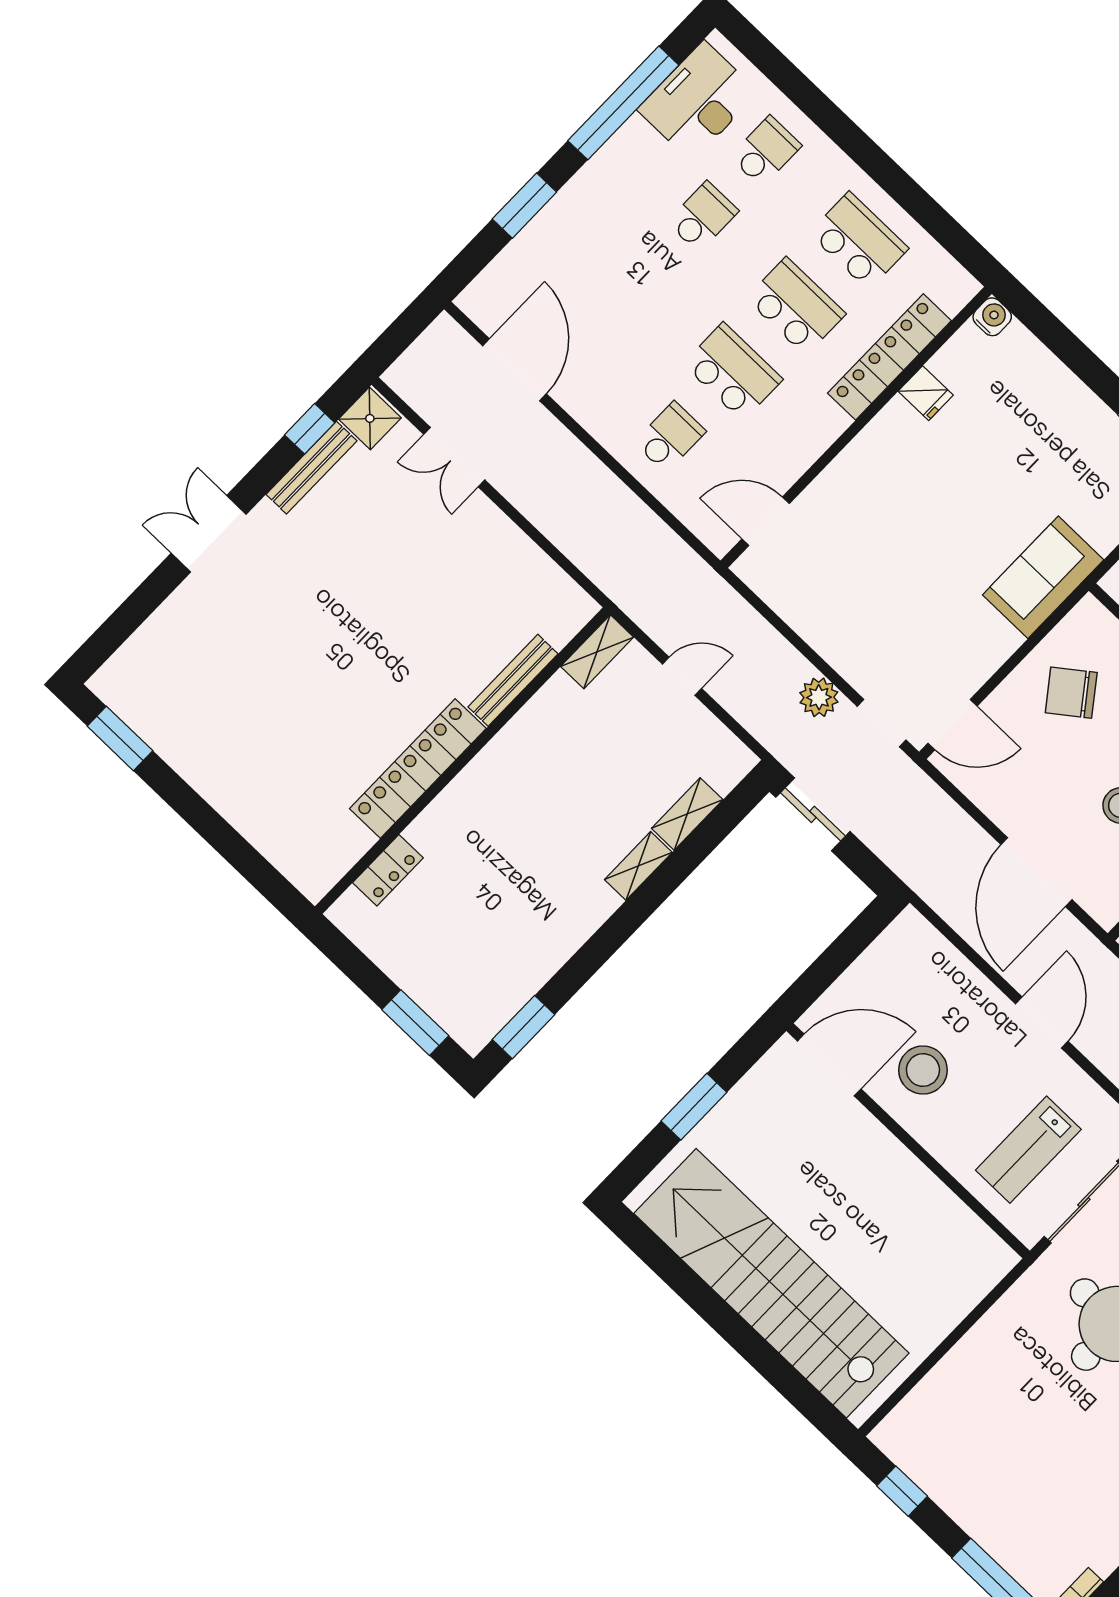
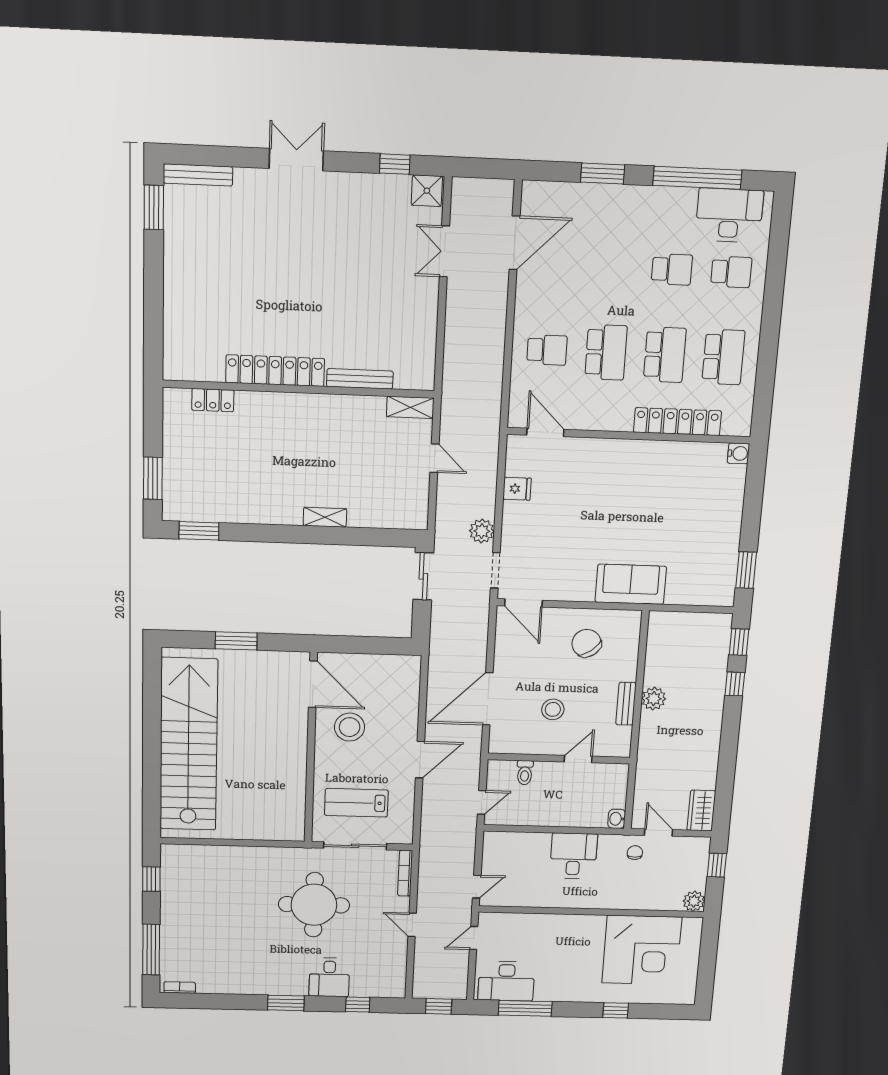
fridge: (926, 393) -> (517, 489), moved, turned -90
bench: (311, 468) -> (198, 175), moved
shelving: (687, 814) -> (371, 518), removed

